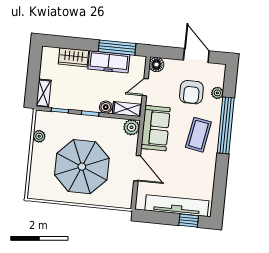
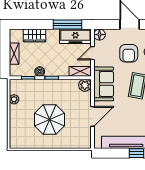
freezer: (109, 62) -> (75, 36), moved
shelving: (44, 93) -> (14, 54), moved
boiler: (106, 107) -> (40, 72), moved
parasol: (82, 167) -> (49, 120), width x0.73, depth x0.73
door: (137, 168) -> (92, 116), hinge flipped

